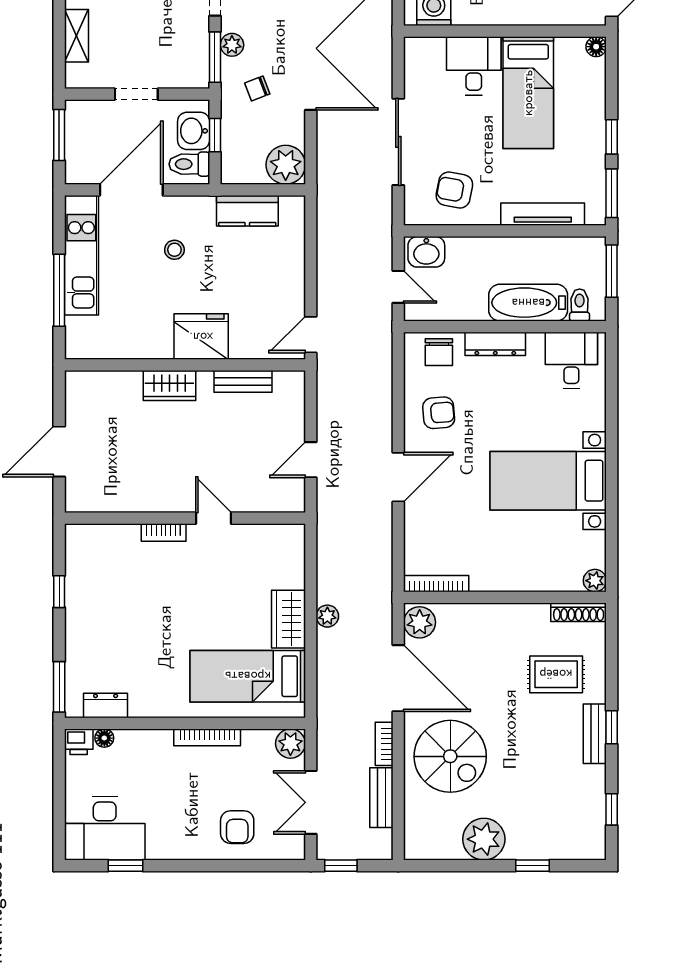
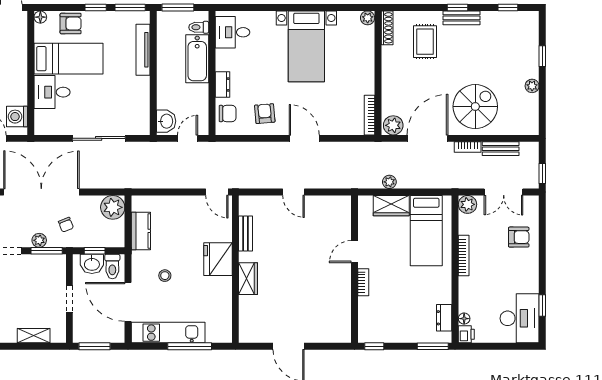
armchair: (454, 190) -> (71, 24), moved, turned -101
dresser: (495, 344) -> (222, 85), width x0.70
wall: (185, 518) -> (354, 269), moved
door: (213, 518) -> (354, 252), moved
bookcase: (164, 532) -> (363, 282), moved
plant: (484, 839) -> (532, 86), width x0.53, depth x0.53

